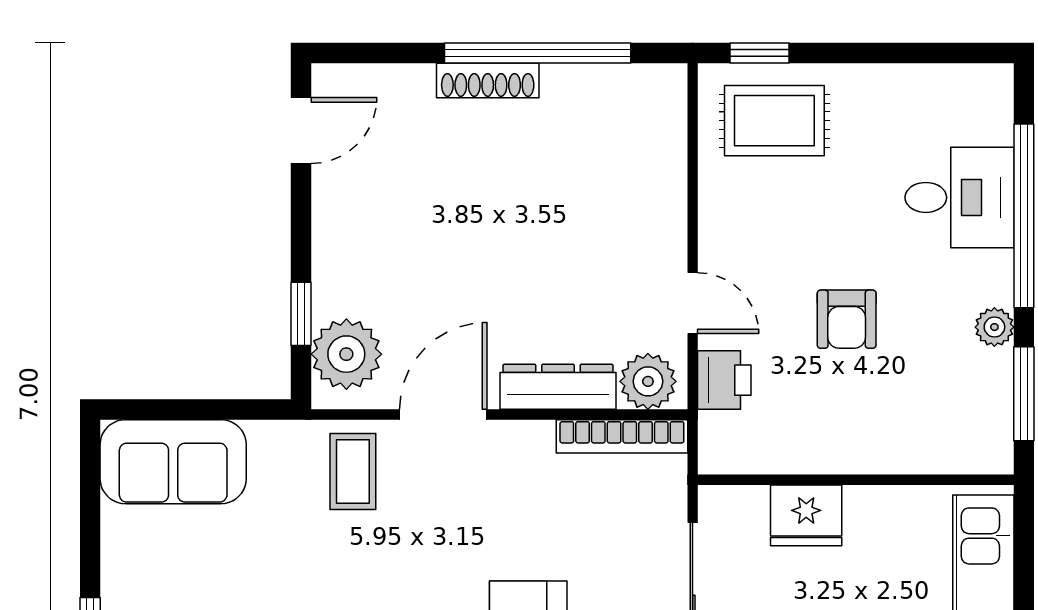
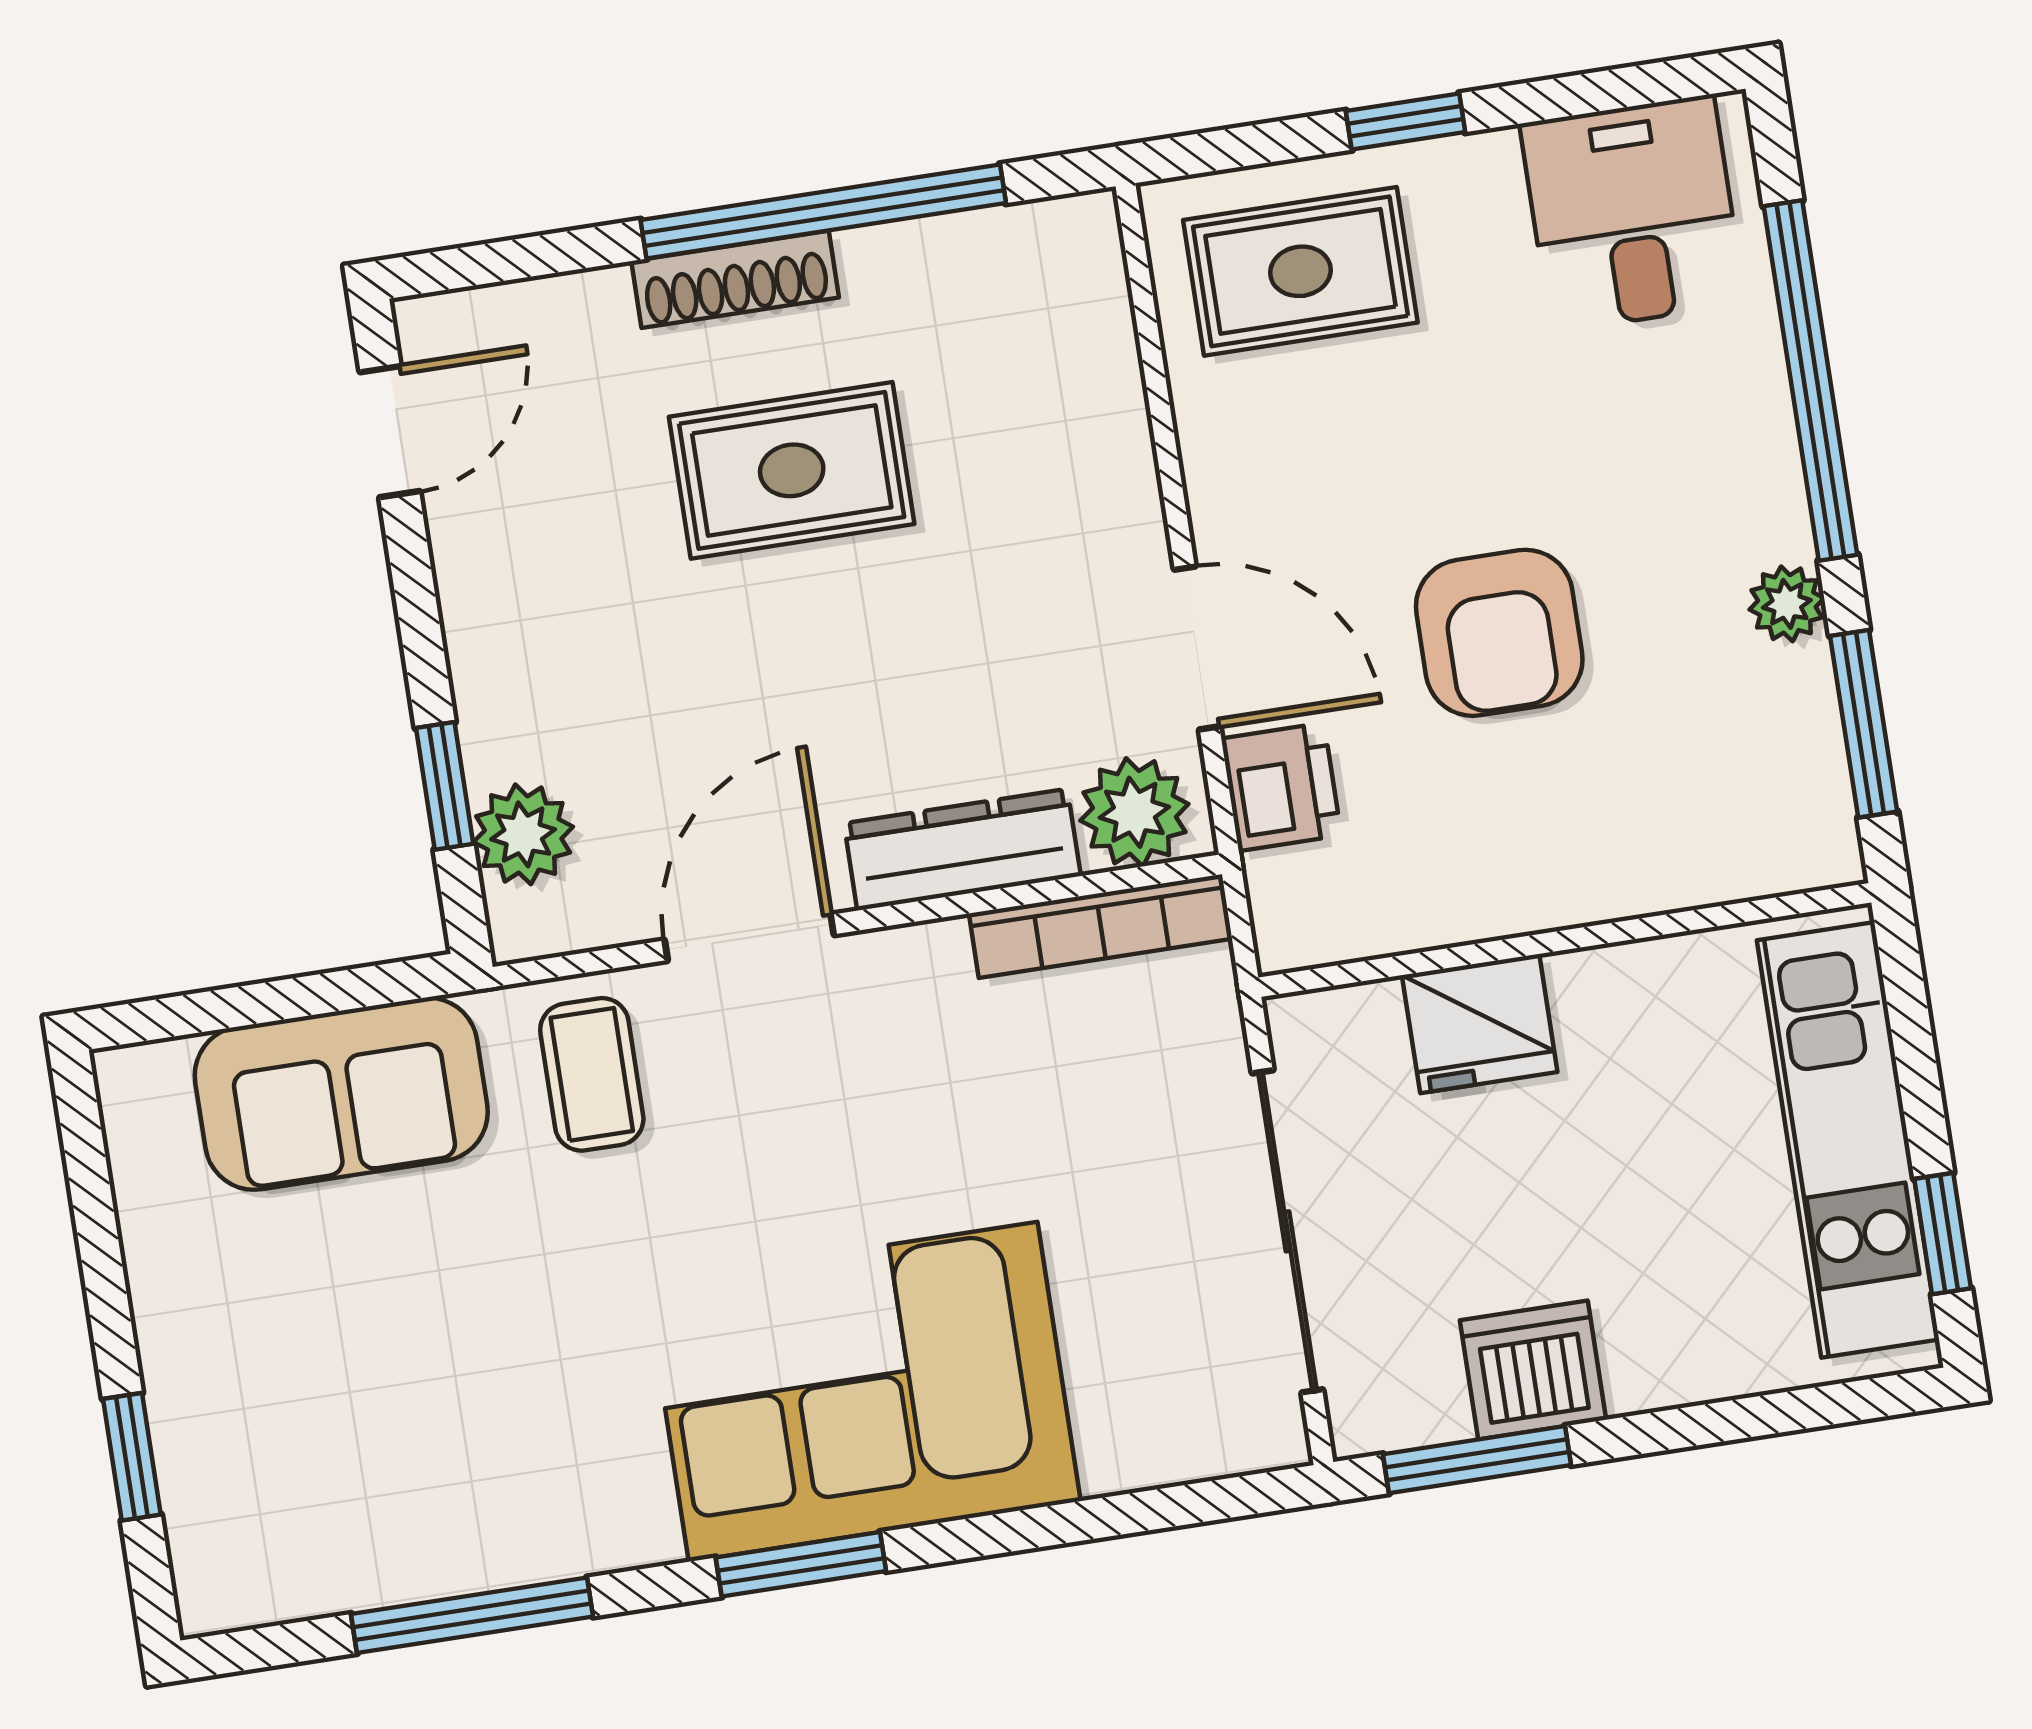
window: (759, 53) -> (1405, 121), moved
rug: (501, 182) -> (792, 470), added
desk: (960, 197) -> (1633, 214), moved, turned -90
door: (693, 303) -> (1197, 648), width x1.37
armchair: (847, 319) -> (1499, 633), width x1.38, depth x1.38
plant: (346, 354) -> (523, 834), width x0.73, depth x0.73
sofa: (173, 462) -> (341, 1094), moved

